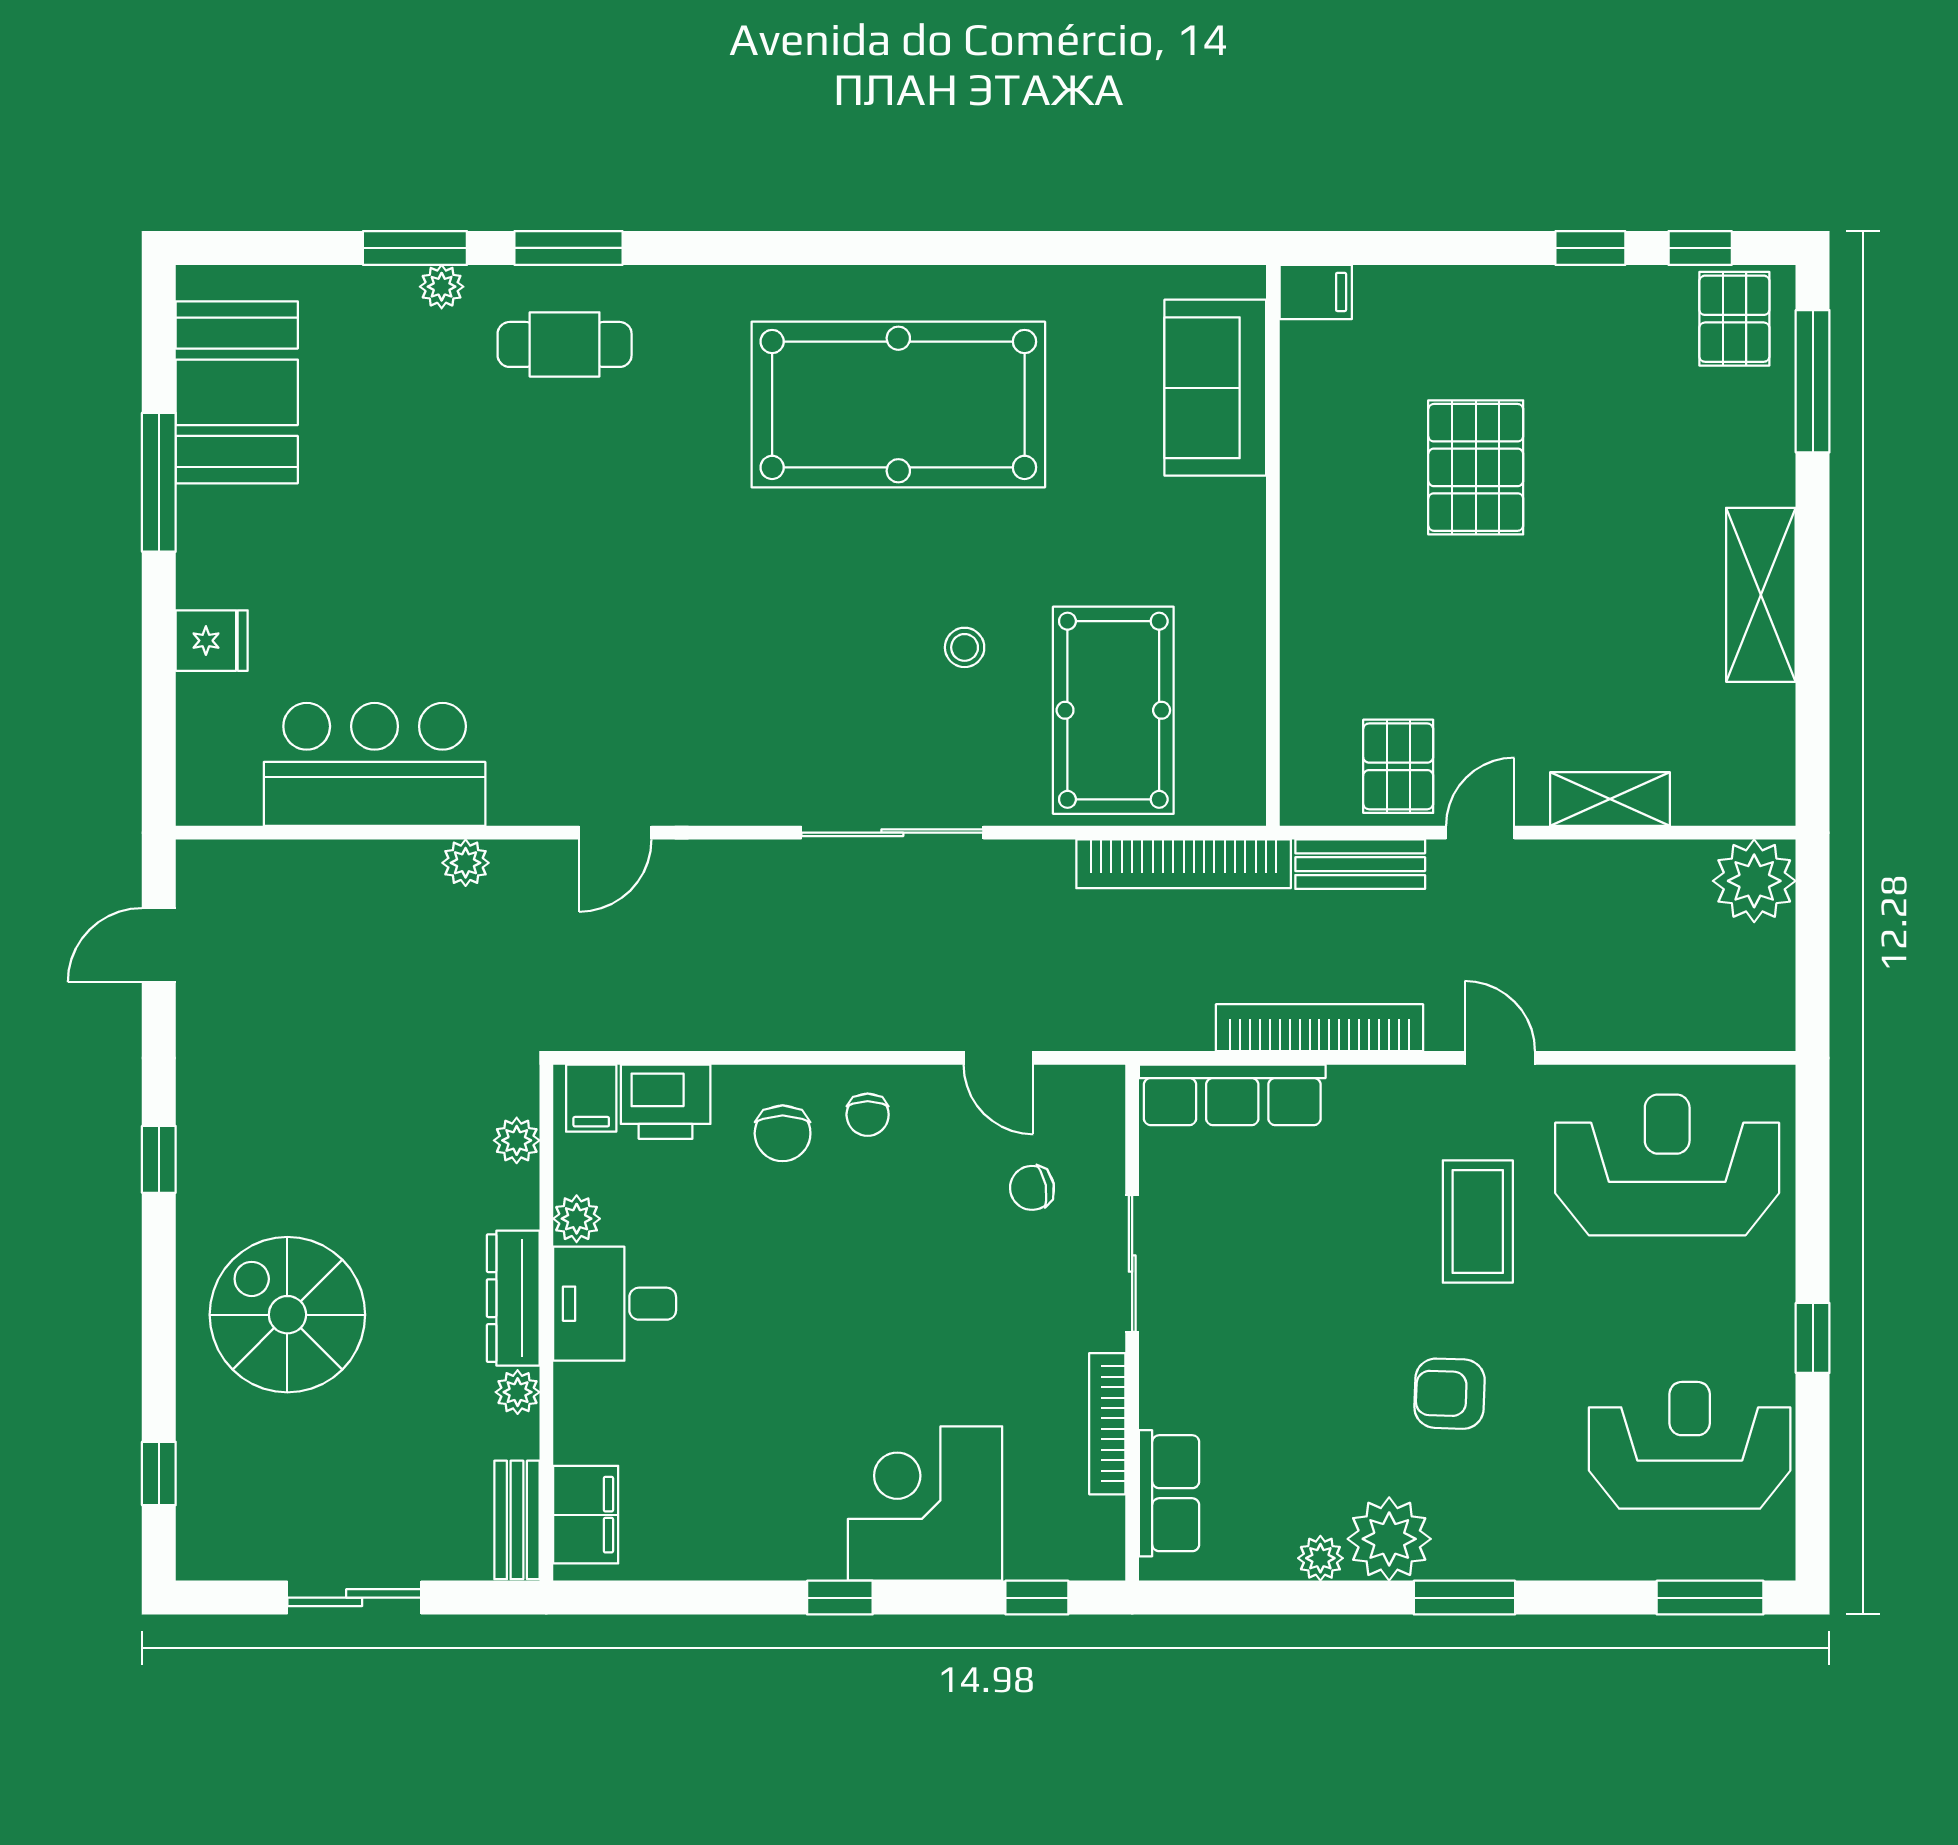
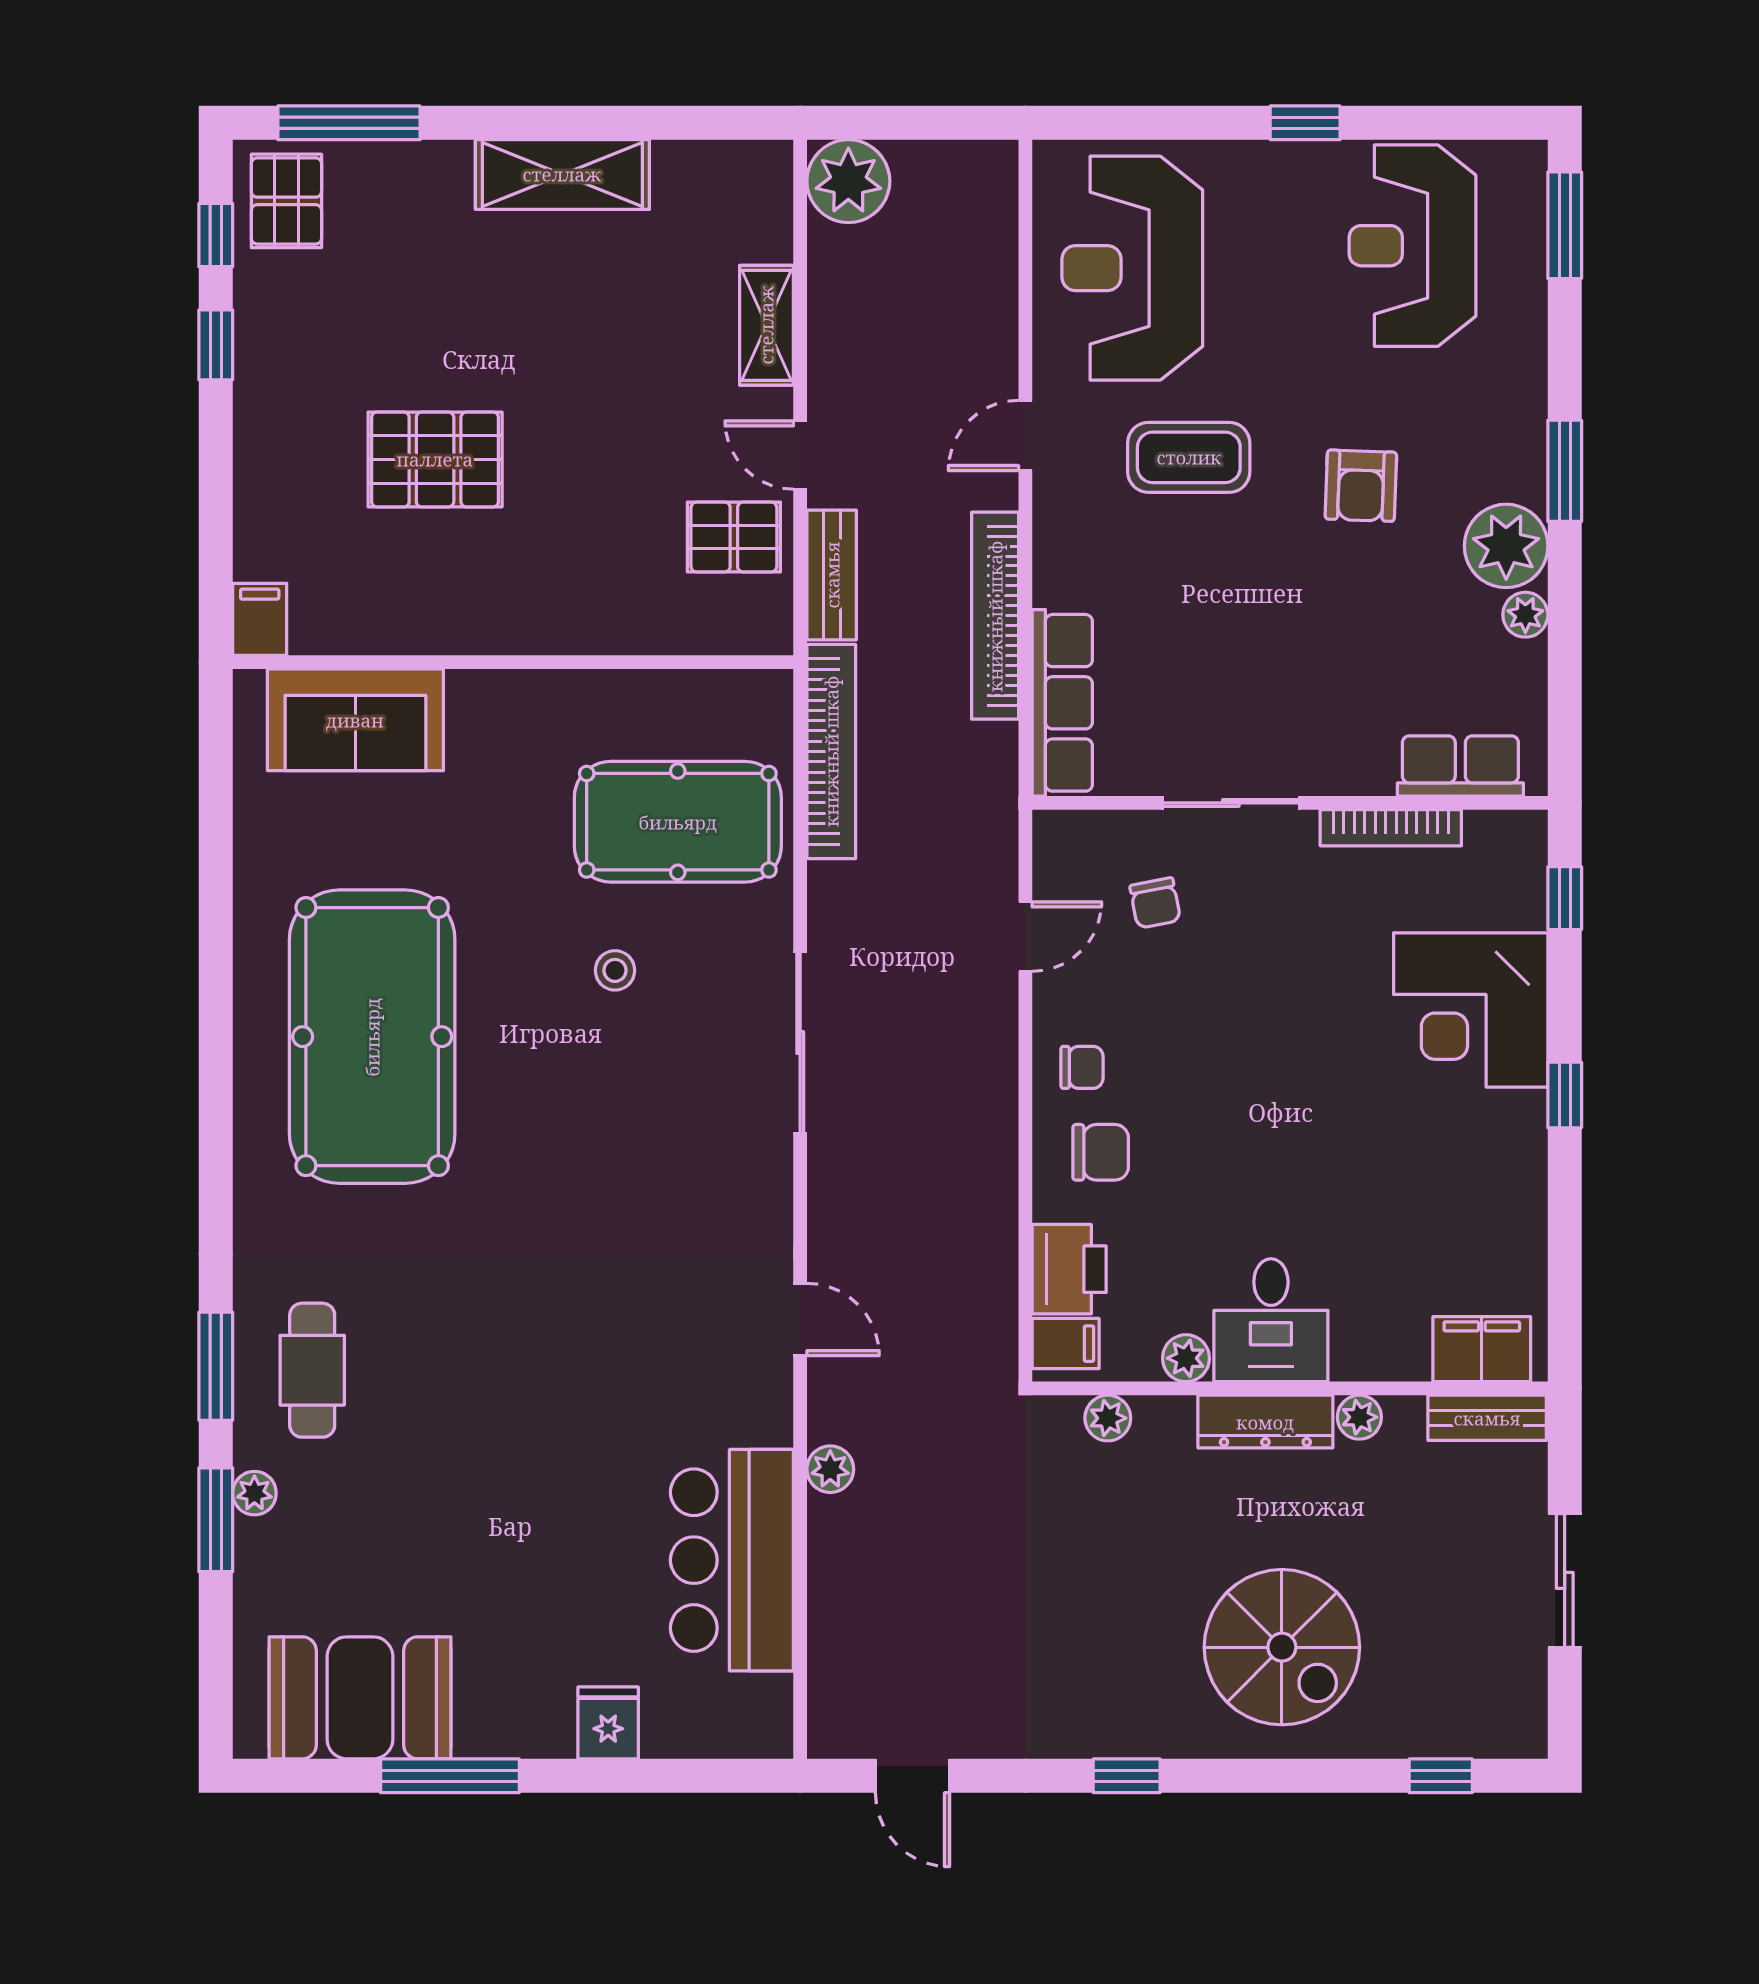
pallet: (1734, 319) -> (286, 201), turned 90
spiral stairs: (287, 1315) -> (1282, 1647), turned -90

